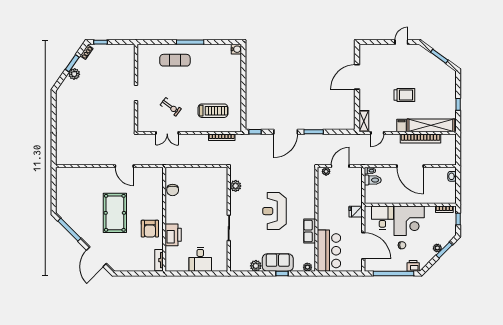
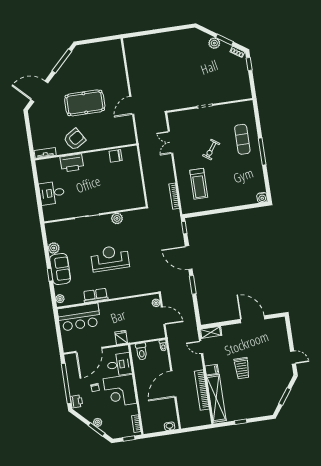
exercise bike: (171, 107) -> (211, 150), moved
toilet: (373, 180) -> (141, 351), moved
plant: (236, 186) -> (117, 218), moved
armchair: (150, 229) -> (75, 139), turned 148

